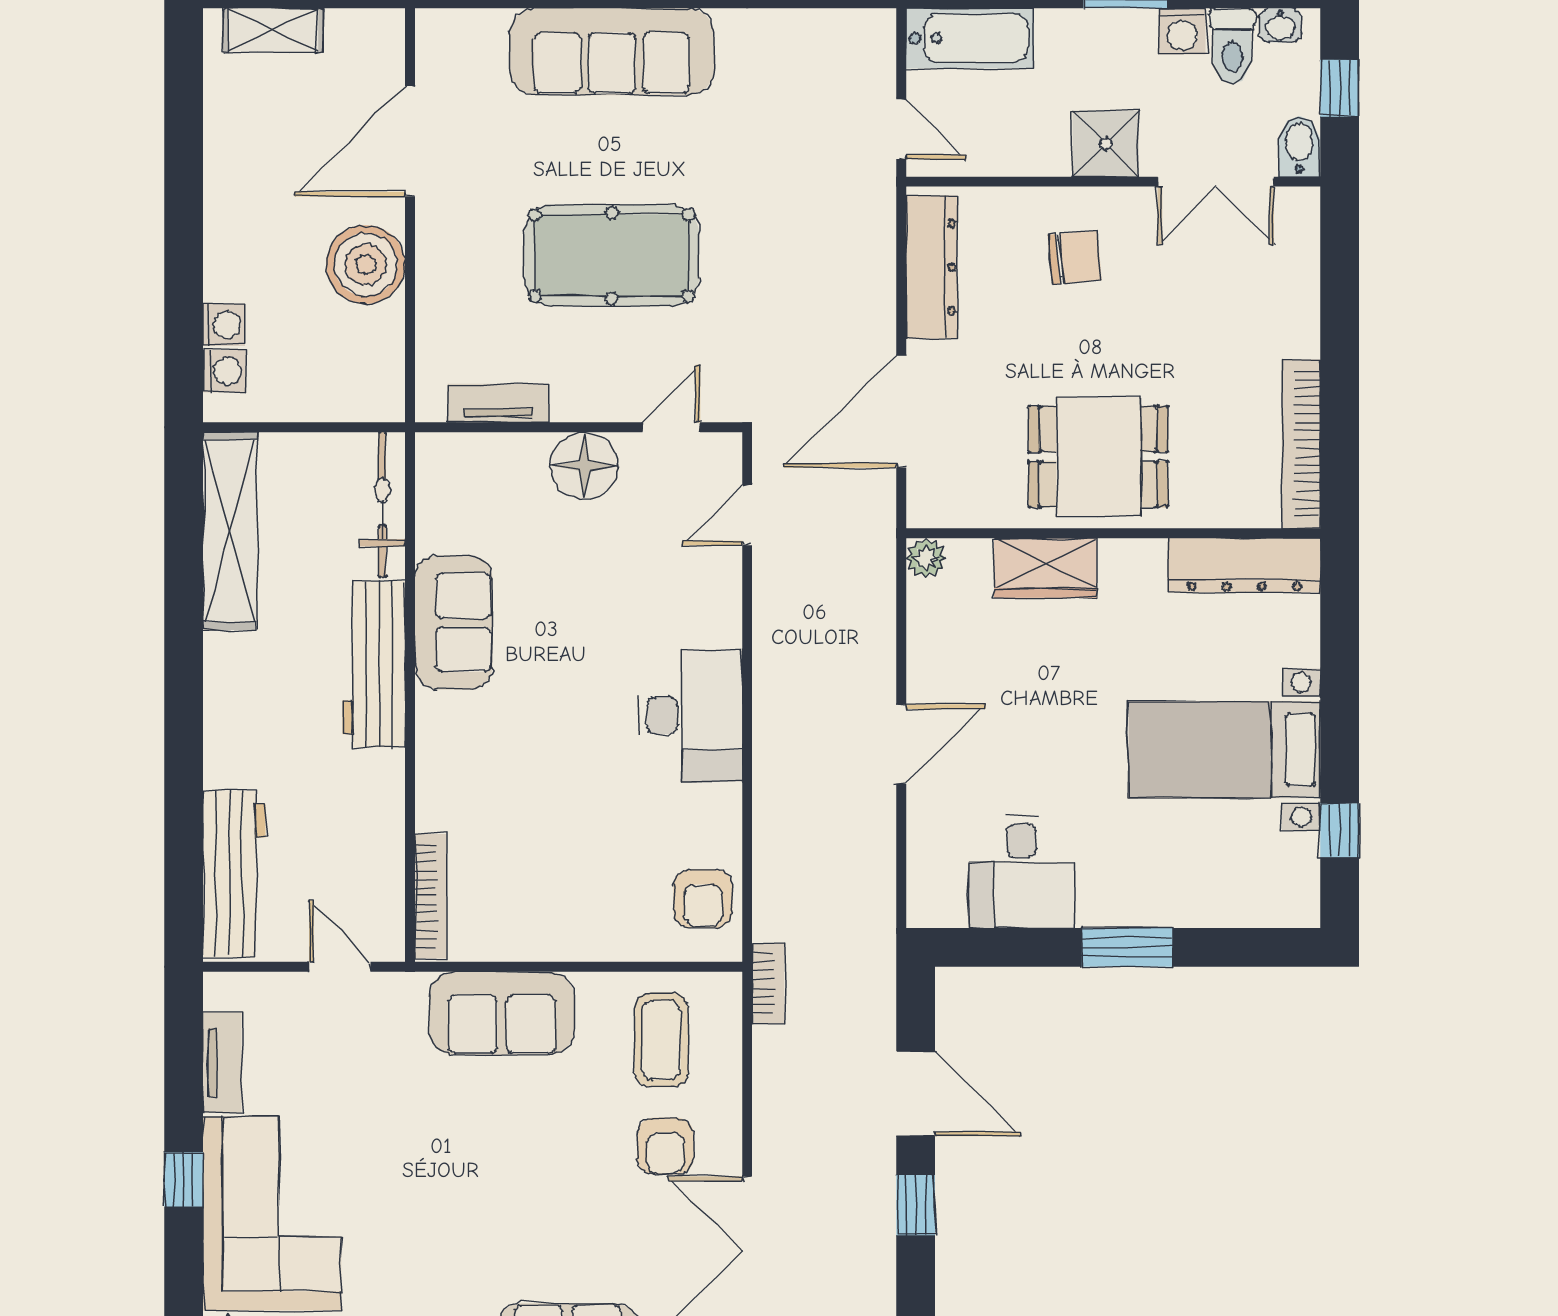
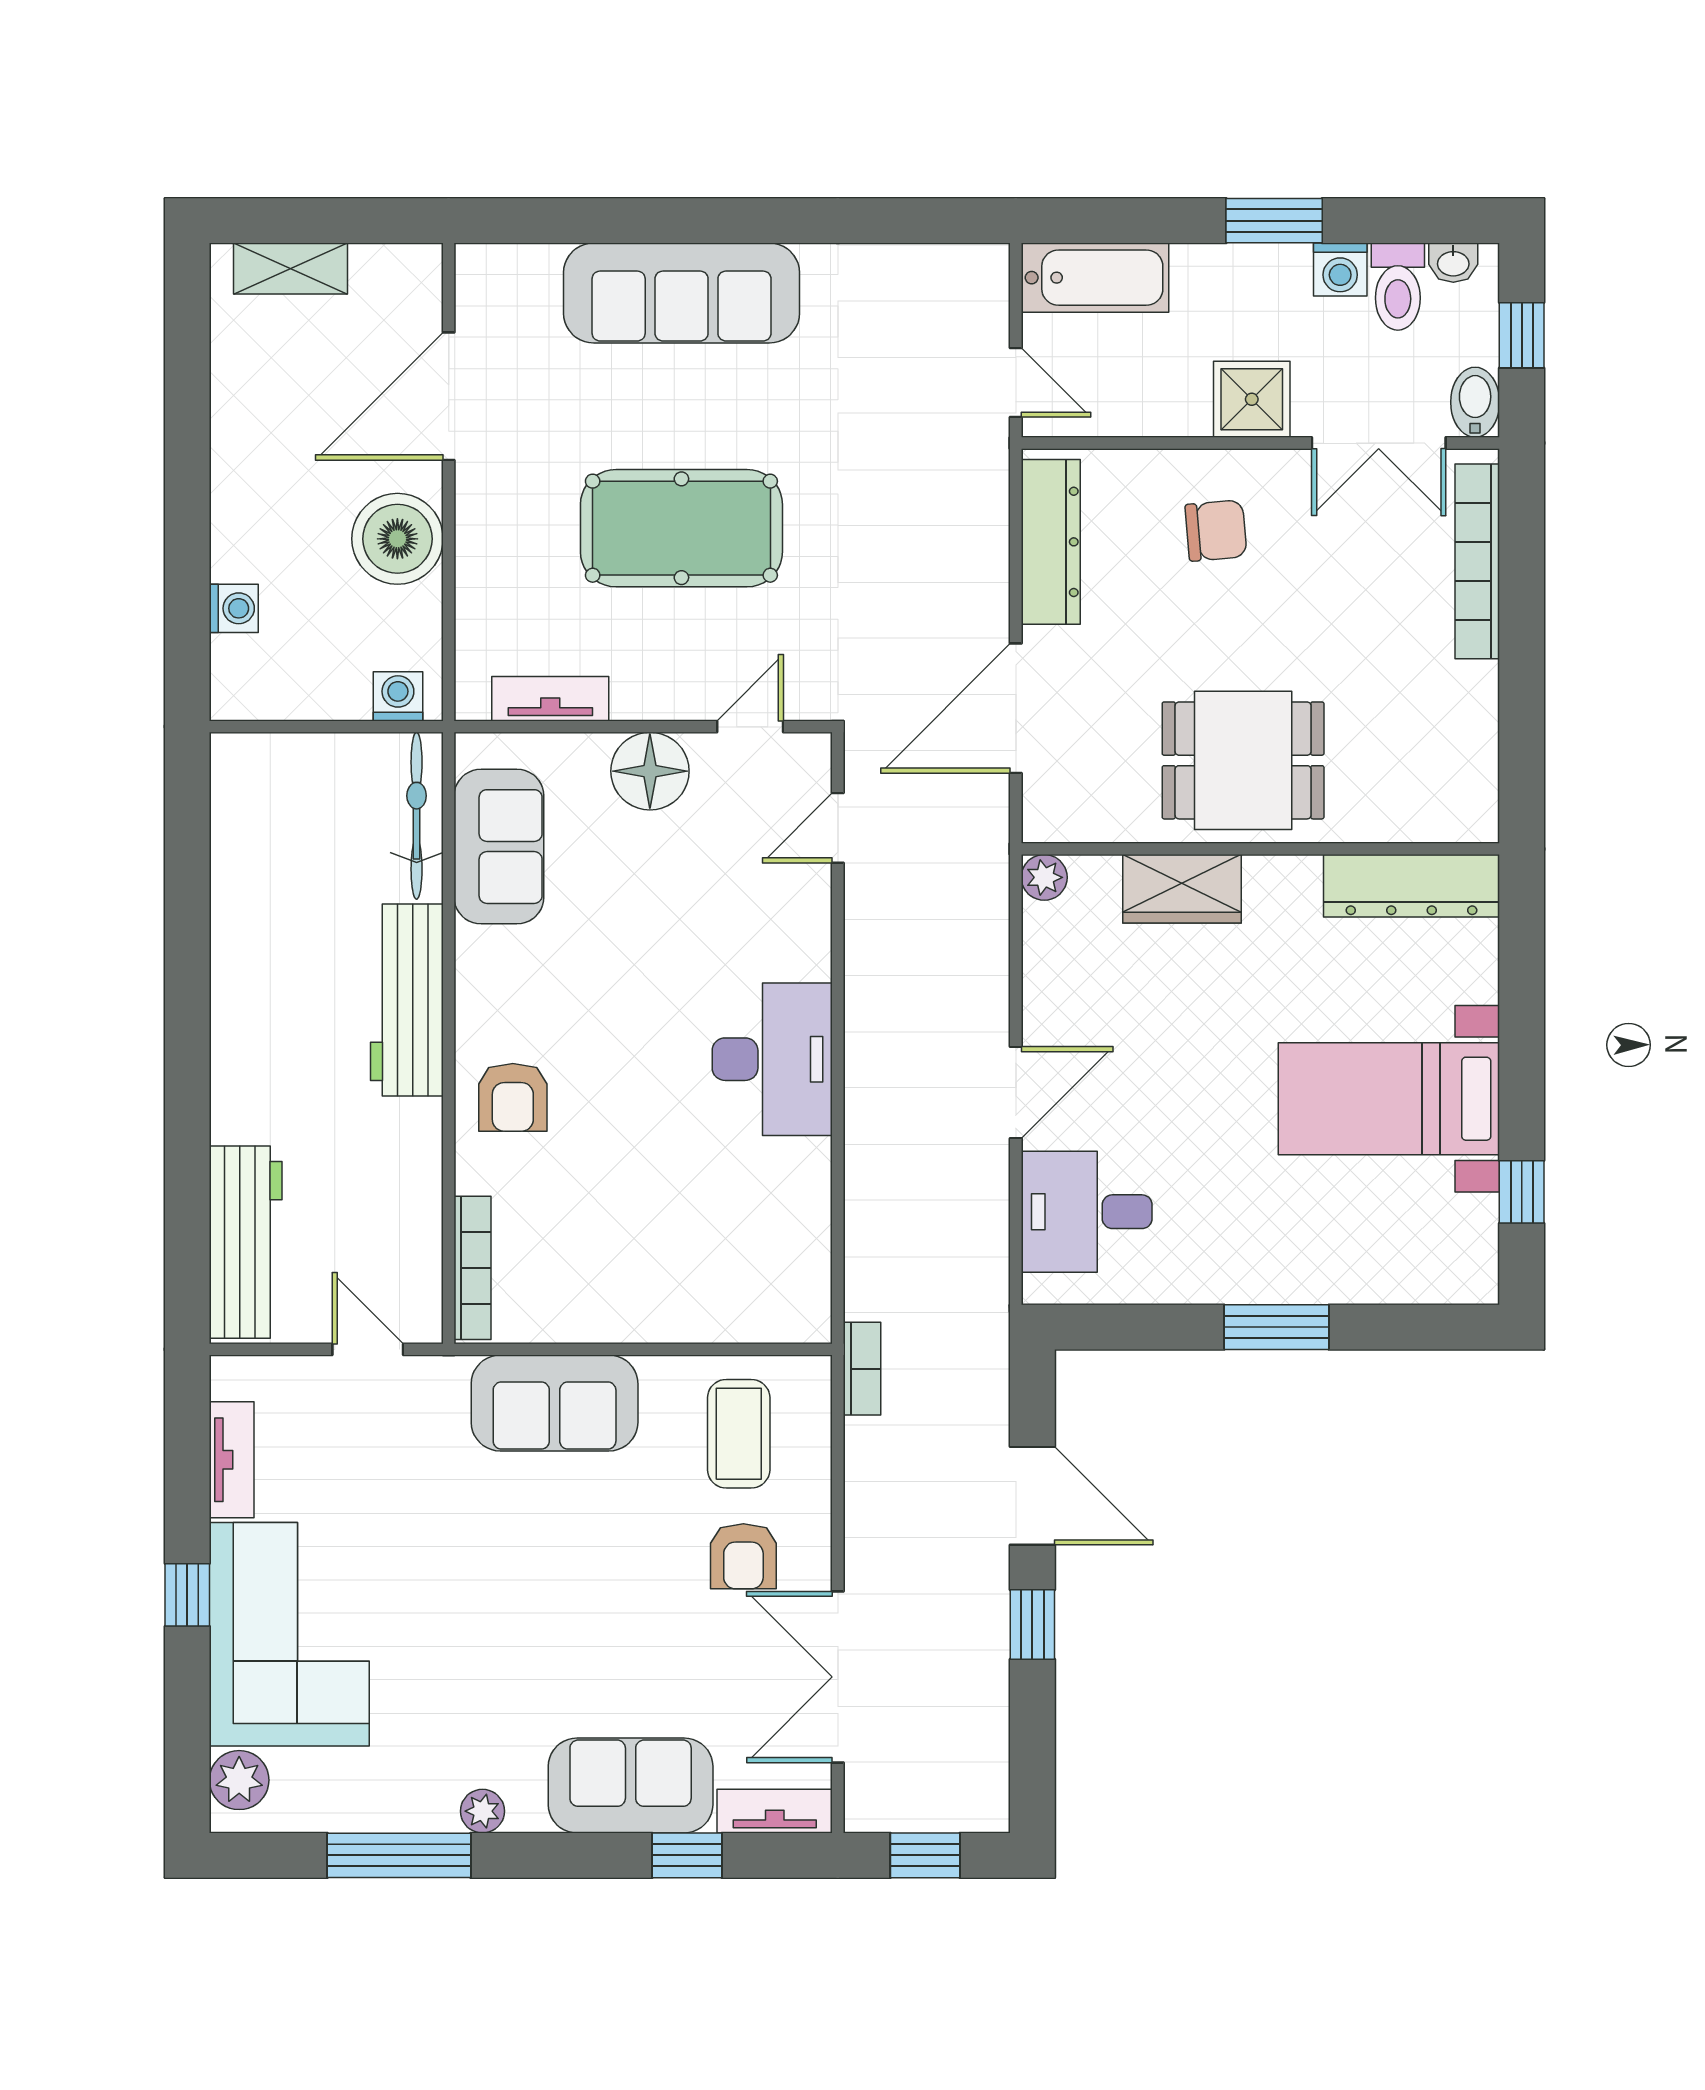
washing machine: (224, 371) -> (398, 696), moved, turned -90
bookcase: (1301, 444) -> (1477, 561), moved
shelving: (230, 531) -> (241, 846), removed
sofa: (454, 623) -> (499, 847), moved
desk: (1021, 872) -> (1087, 1212), moved, turned 90
armchair: (703, 899) -> (513, 1097), moved

